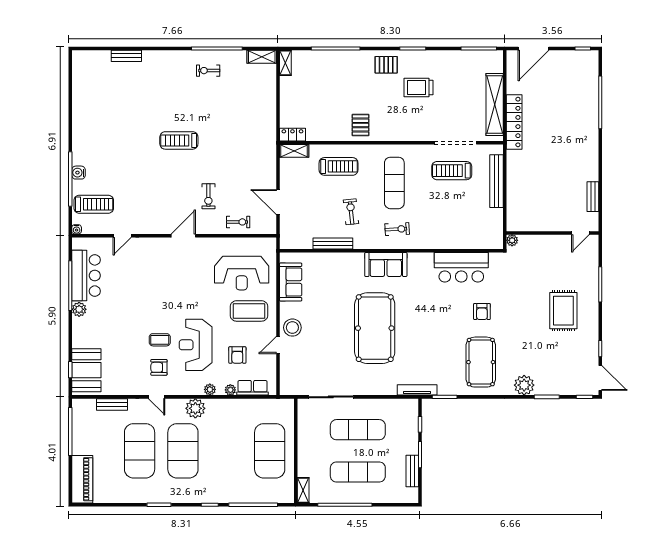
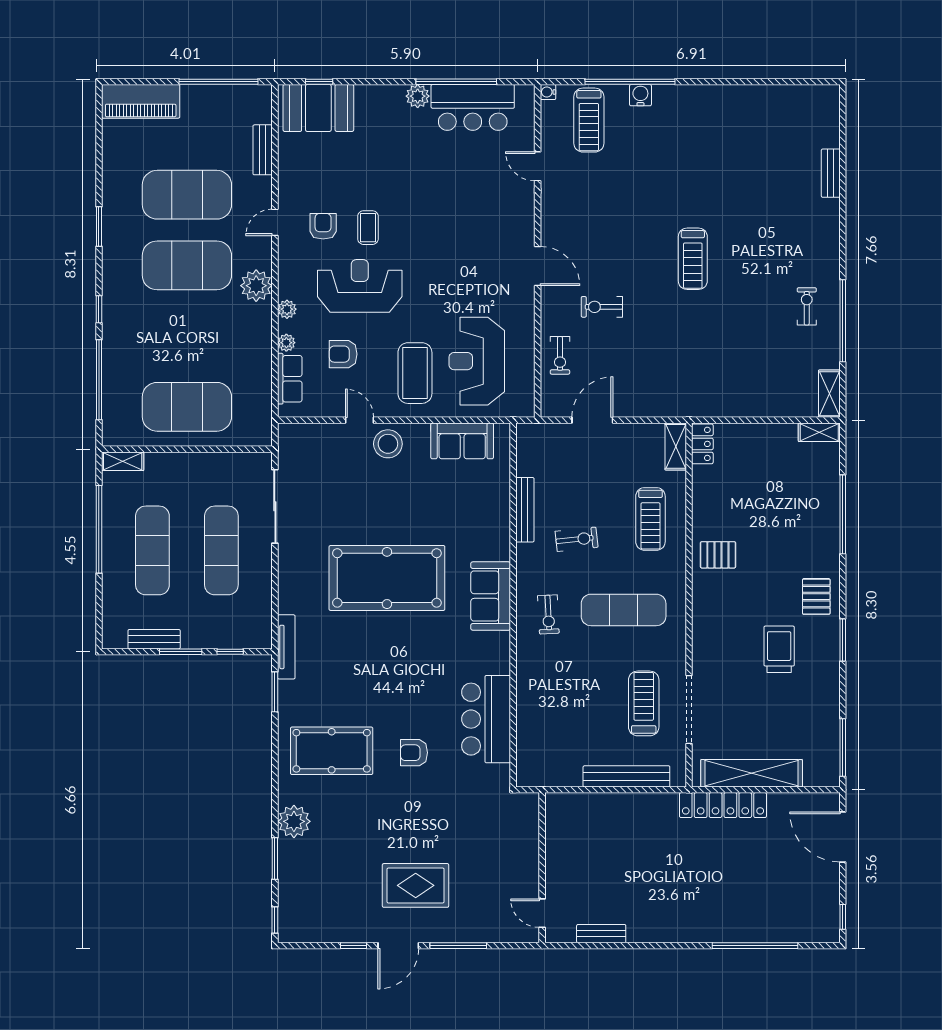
treadmill: (179, 140) -> (693, 259), turned 180
plant: (512, 240) -> (530, 802), removed
door: (600, 378) -> (398, 946), moved

